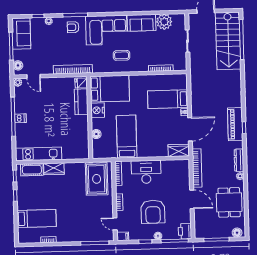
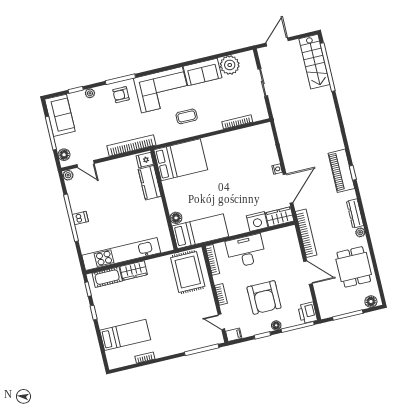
stairs: (228, 41) -> (314, 62), width x0.73, depth x0.66
bed: (168, 99) -> (254, 158), removed
nightstand: (98, 110) -> (257, 221), moved, turned -90
bed: (127, 137) -> (200, 231), moved, turned 90
kitchen unit: (39, 154) -> (121, 254), width x1.36

